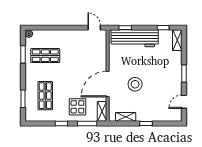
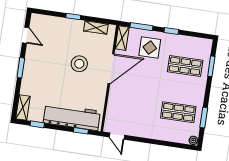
shop shelf: (45, 96) -> (185, 66), turned 90
door: (184, 102) -> (26, 35), hinge flipped

